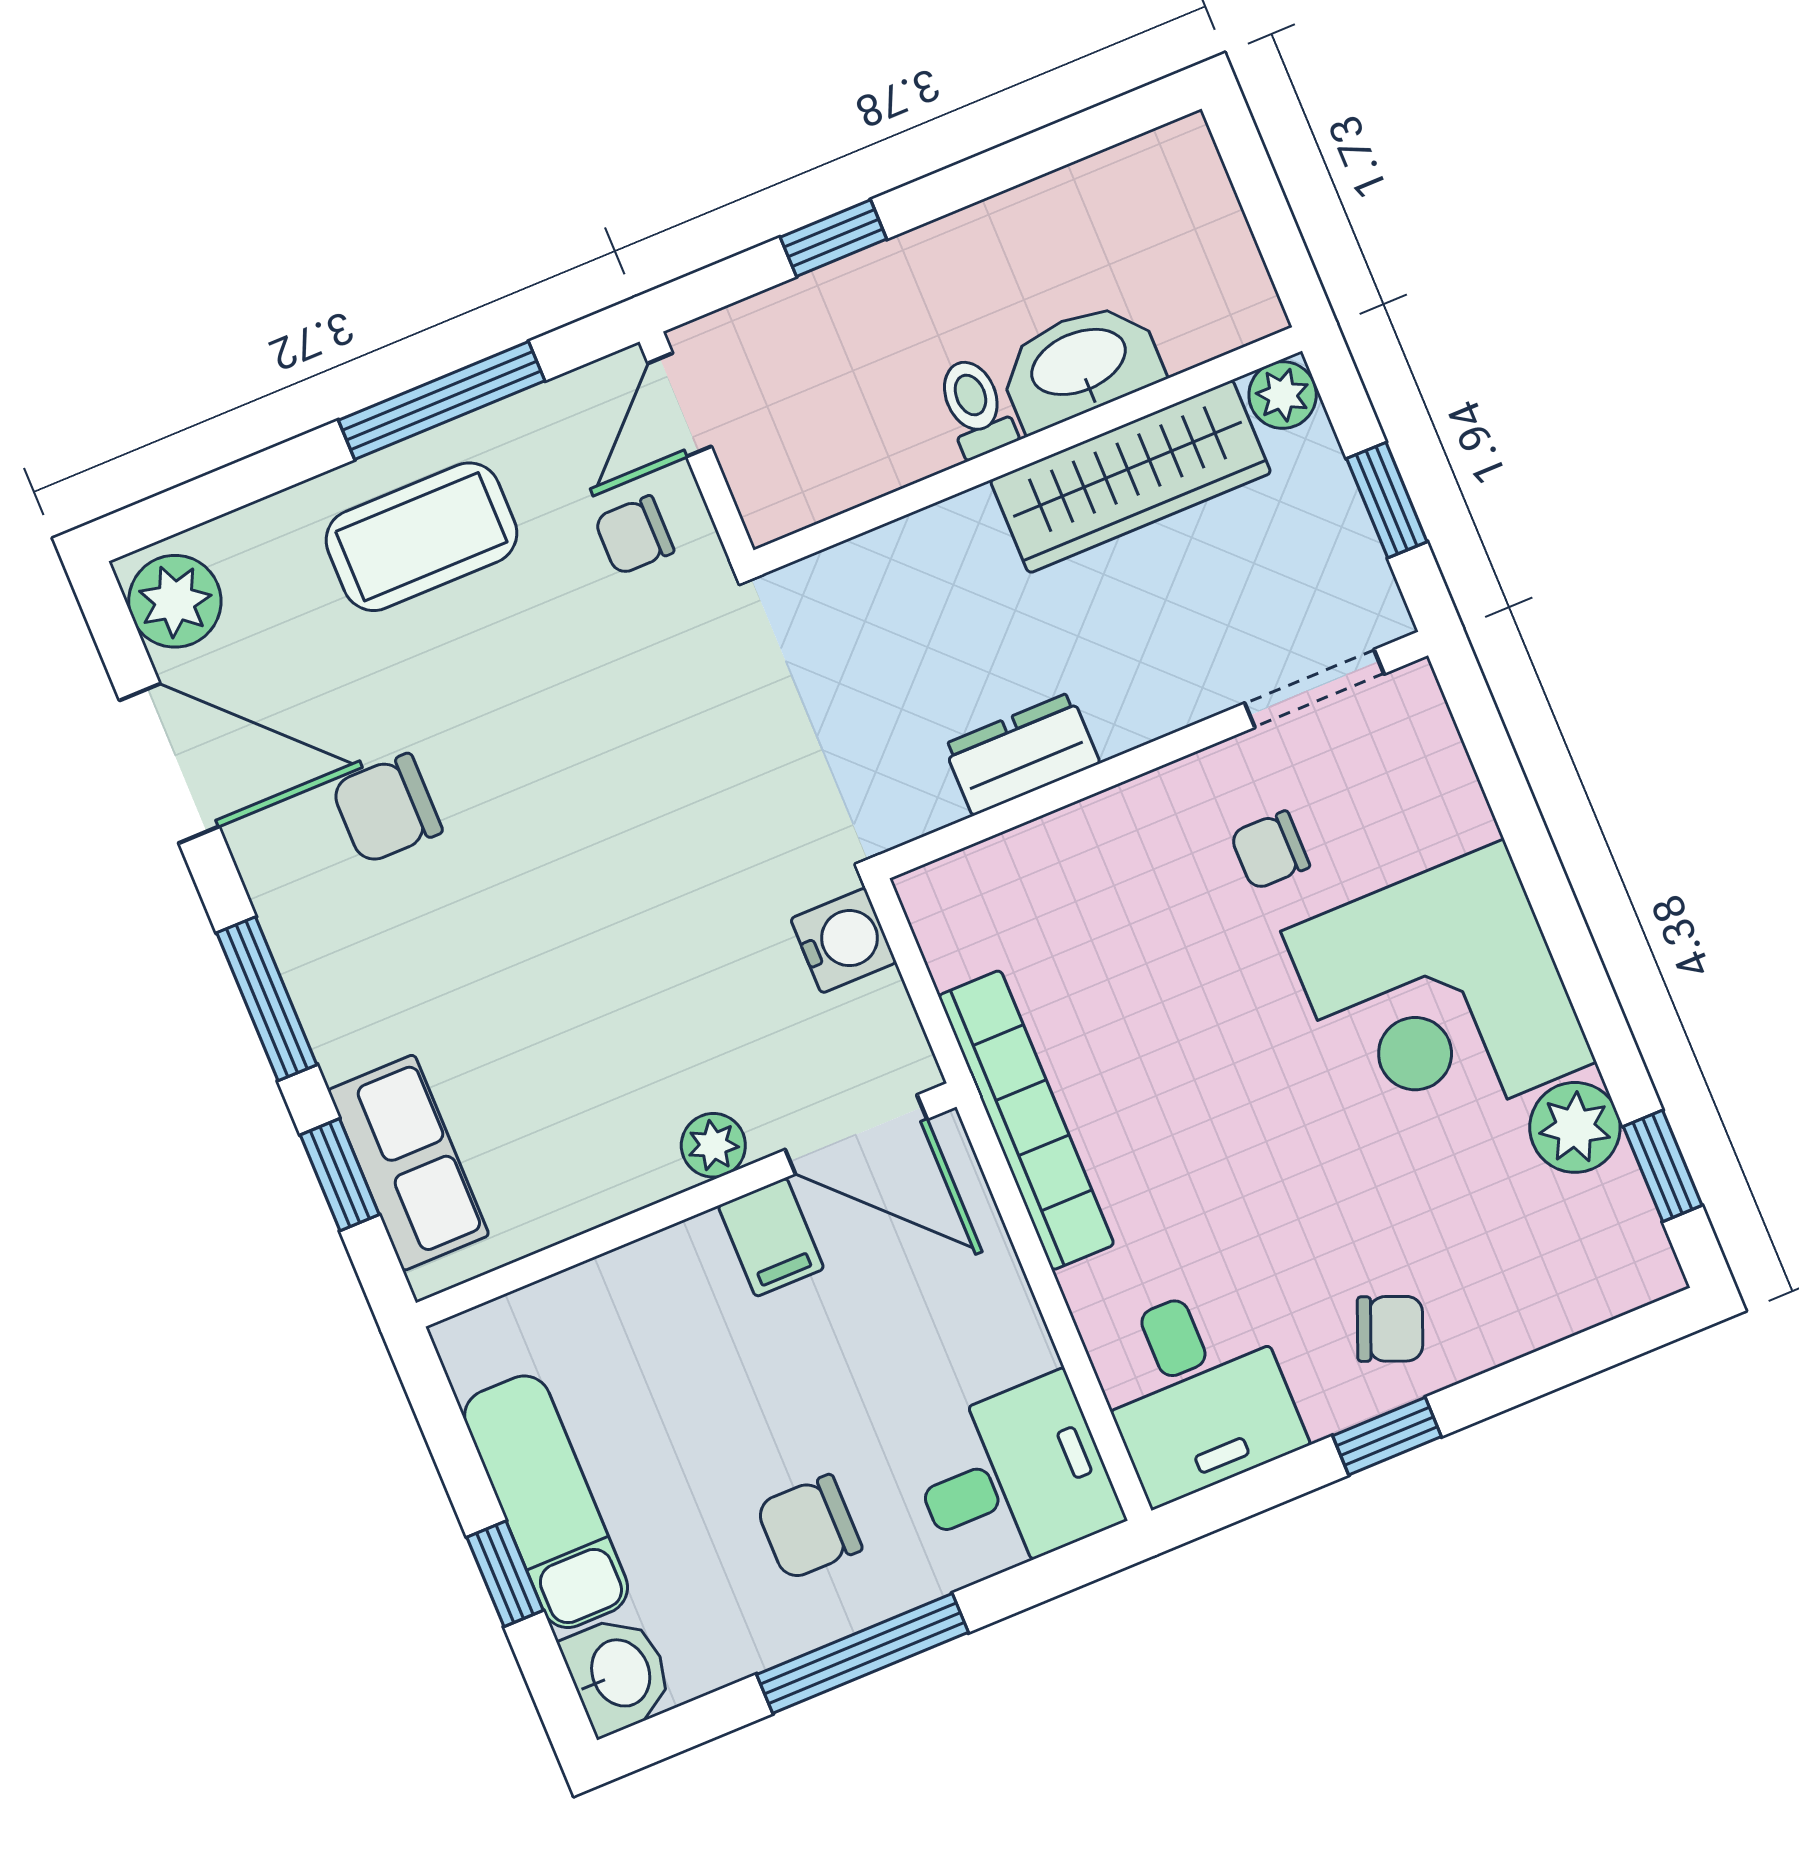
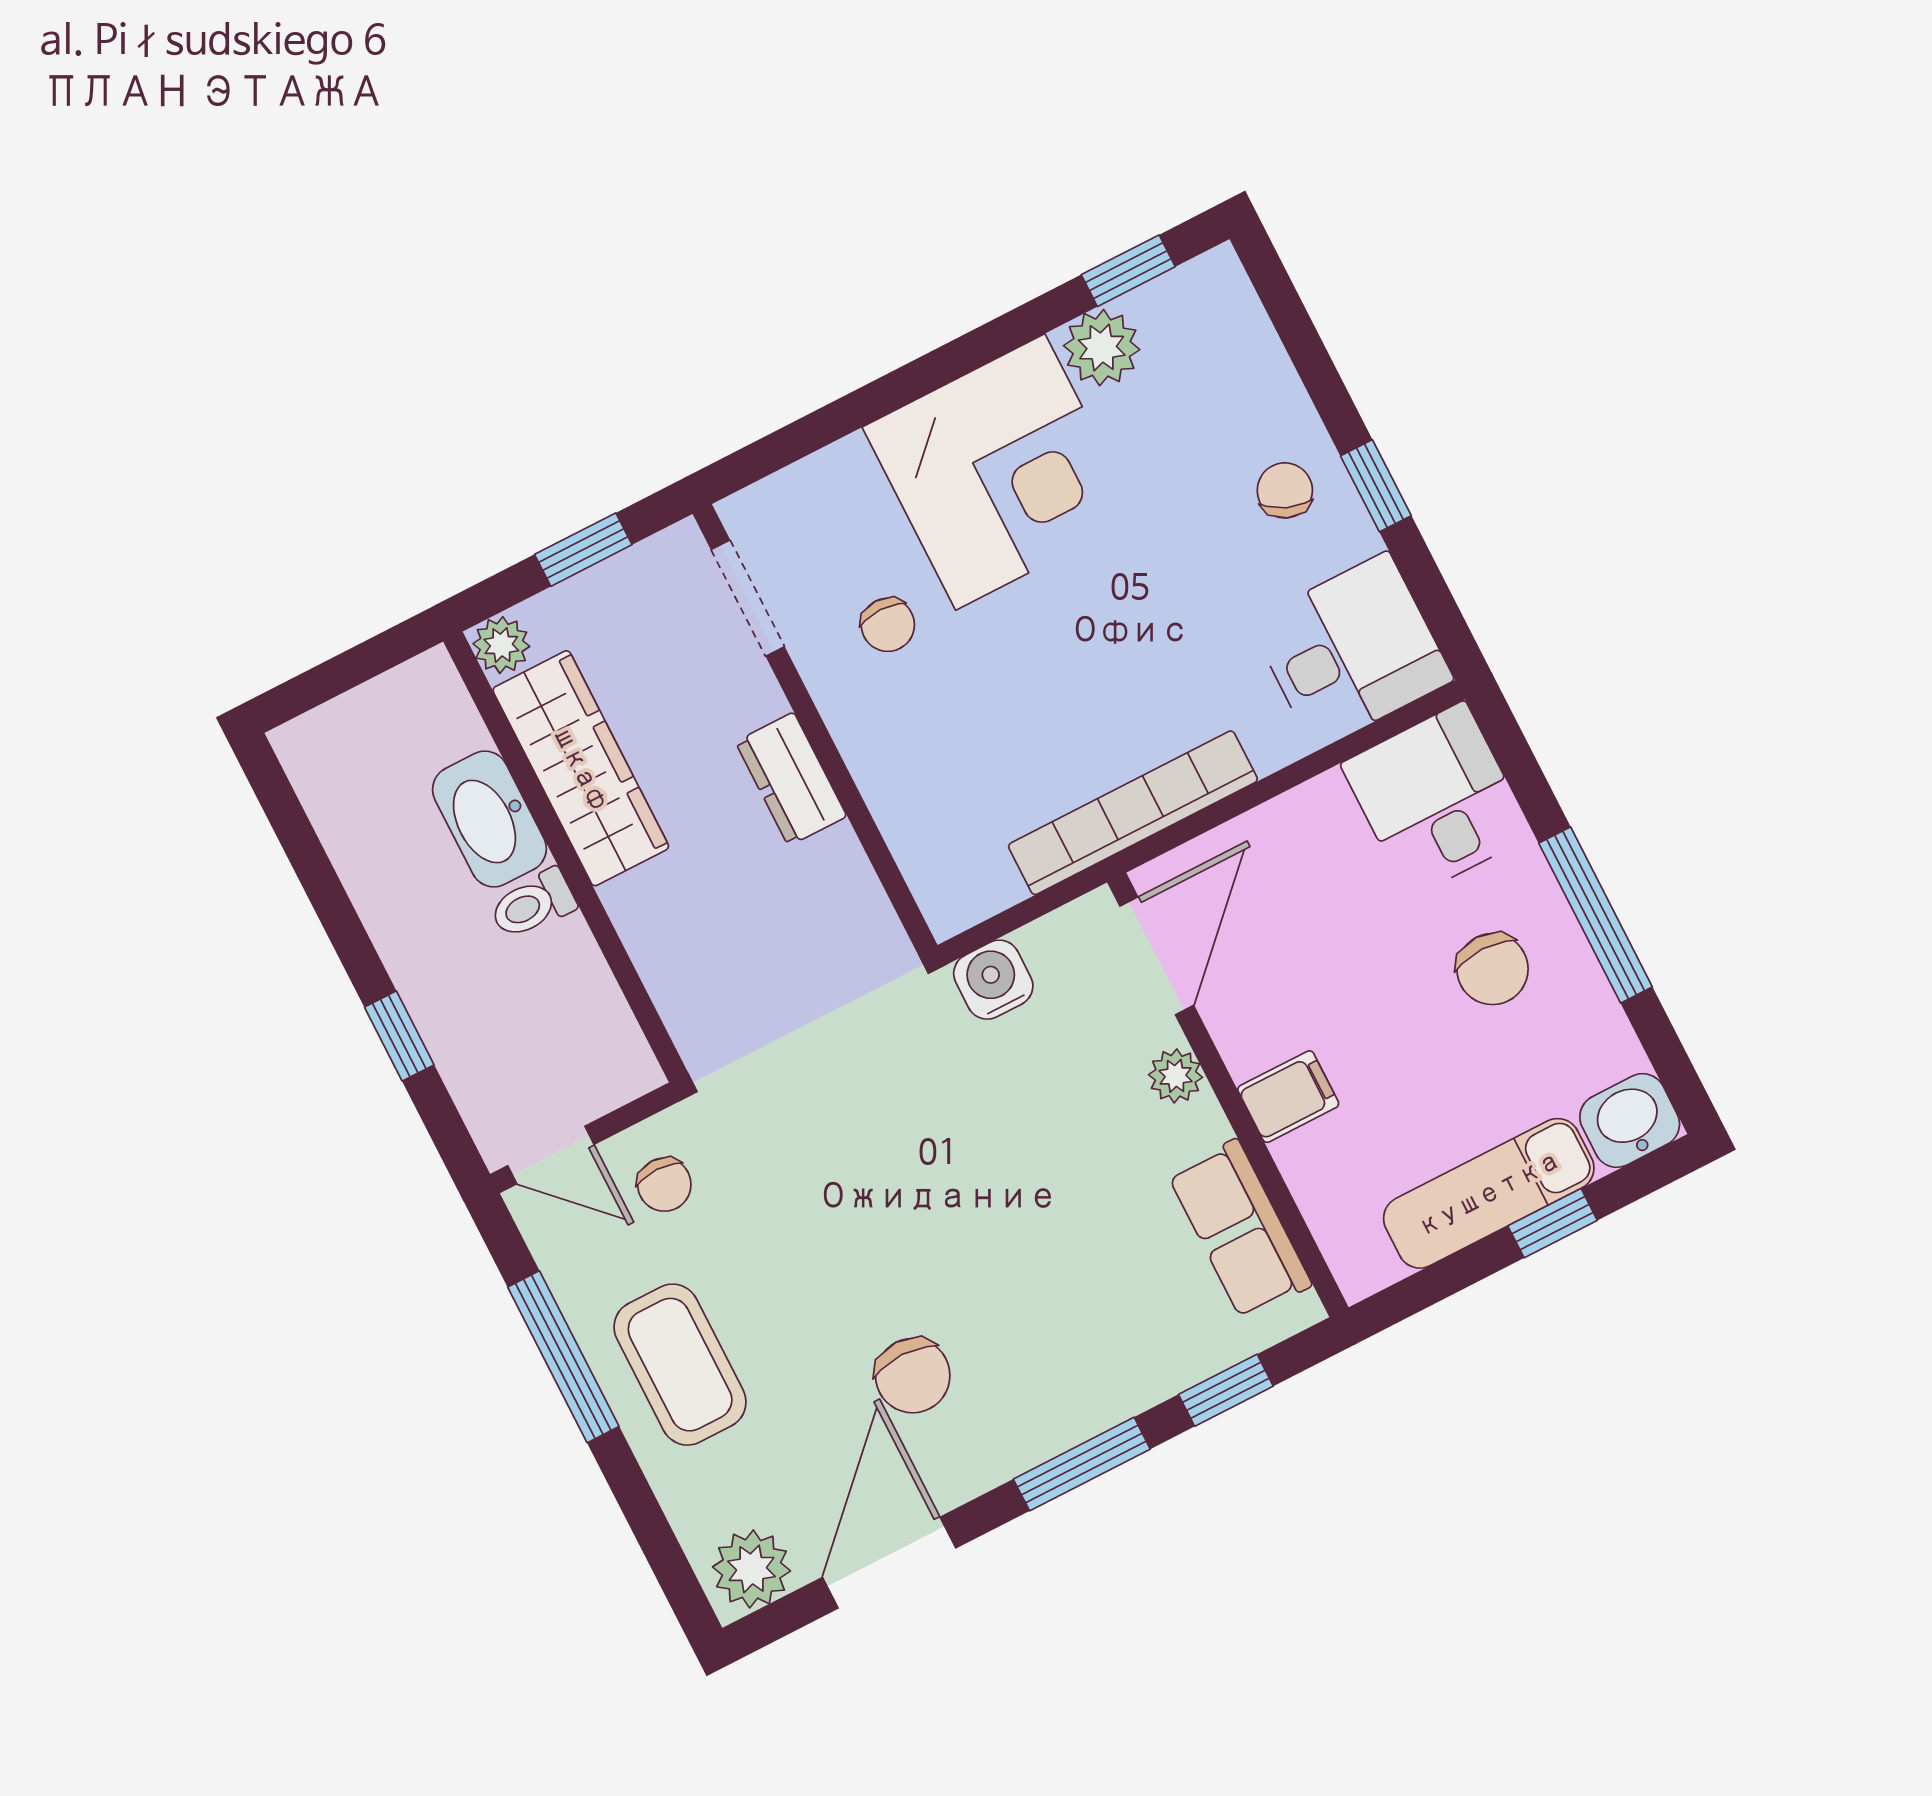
dresser: (1022, 754) -> (791, 779), moved
row of seats: (408, 1163) -> (1240, 1229), moved, turned -90
filing cabinet: (771, 1237) -> (1288, 1097), moved

